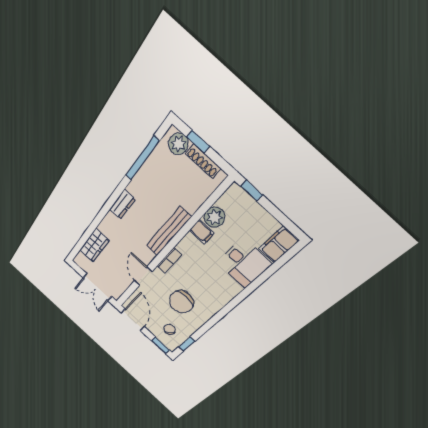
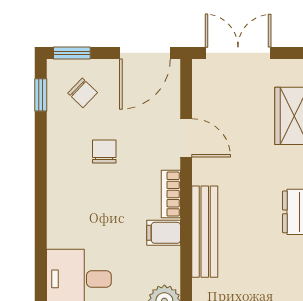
filing cabinet: (202, 232) -> (164, 233), moved
chair: (181, 302) -> (104, 152), width x0.54, depth x0.54
door: (133, 320) -> (145, 53), hinge flipped

